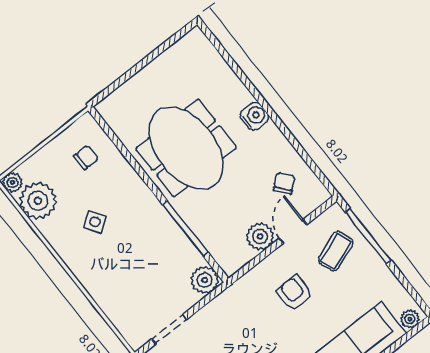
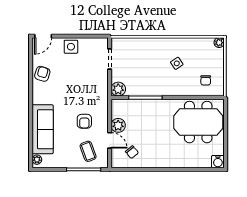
water cooler: (255, 116) -> (218, 162), moved
meeting table: (186, 148) -> (198, 122), moved
plant: (38, 201) -> (204, 47), removed
armchair: (294, 293) -> (84, 121), turned 90

